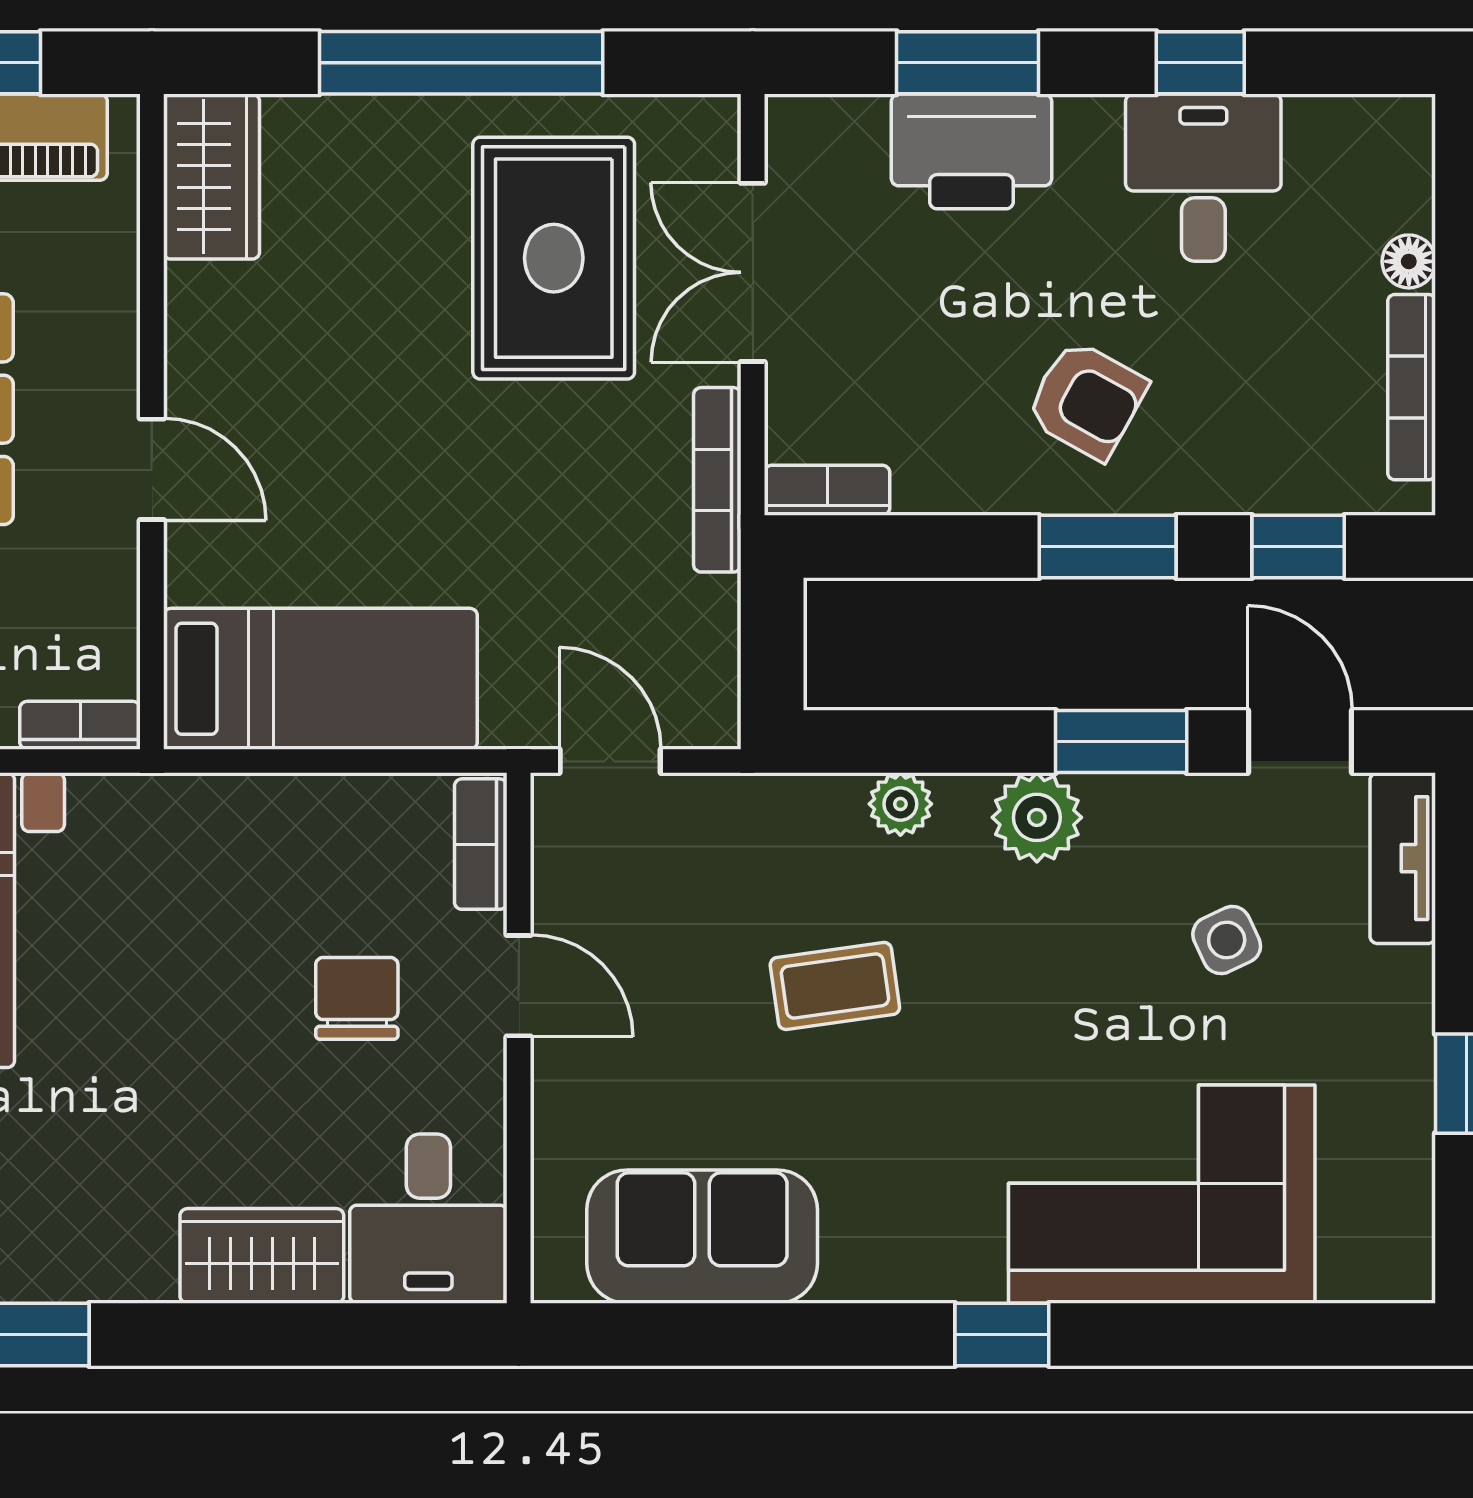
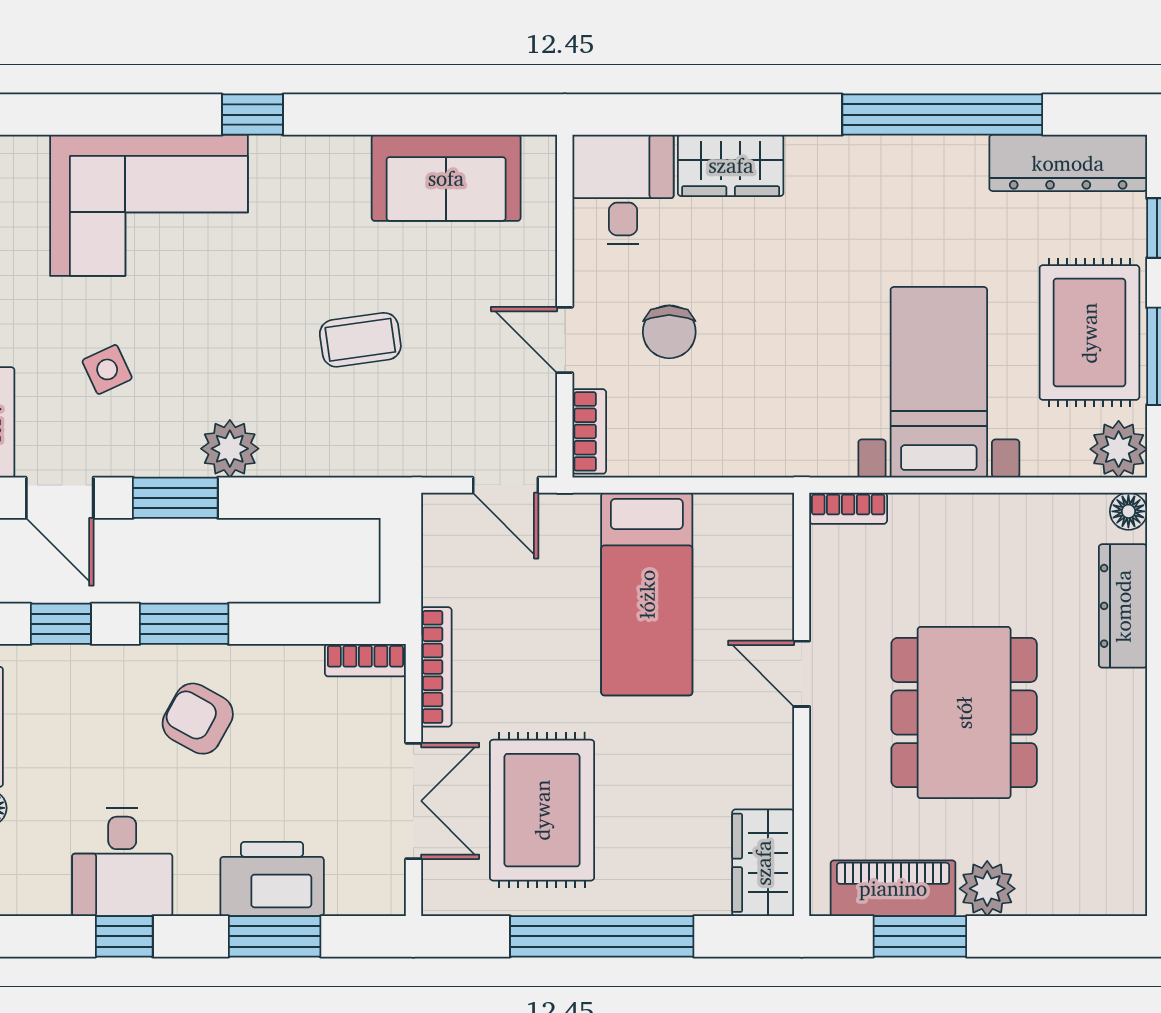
bed: (320, 679) -> (647, 594), moved, turned -90
plant: (900, 804) -> (318, 457), removed

